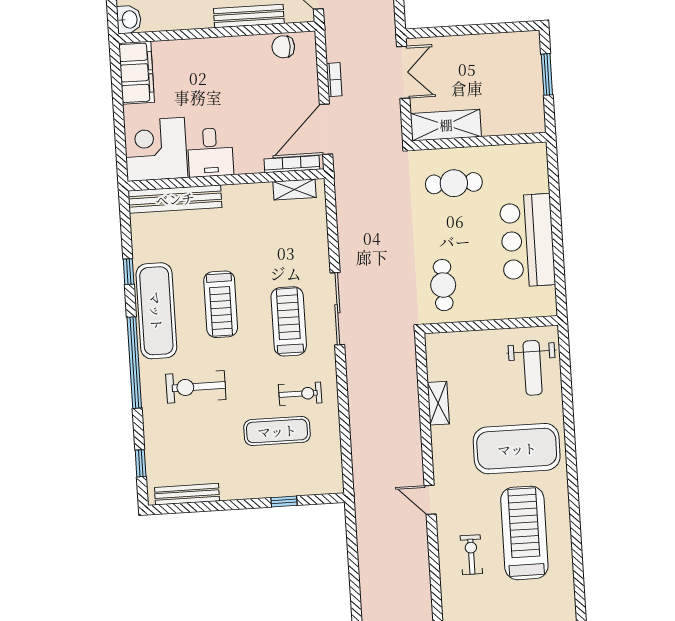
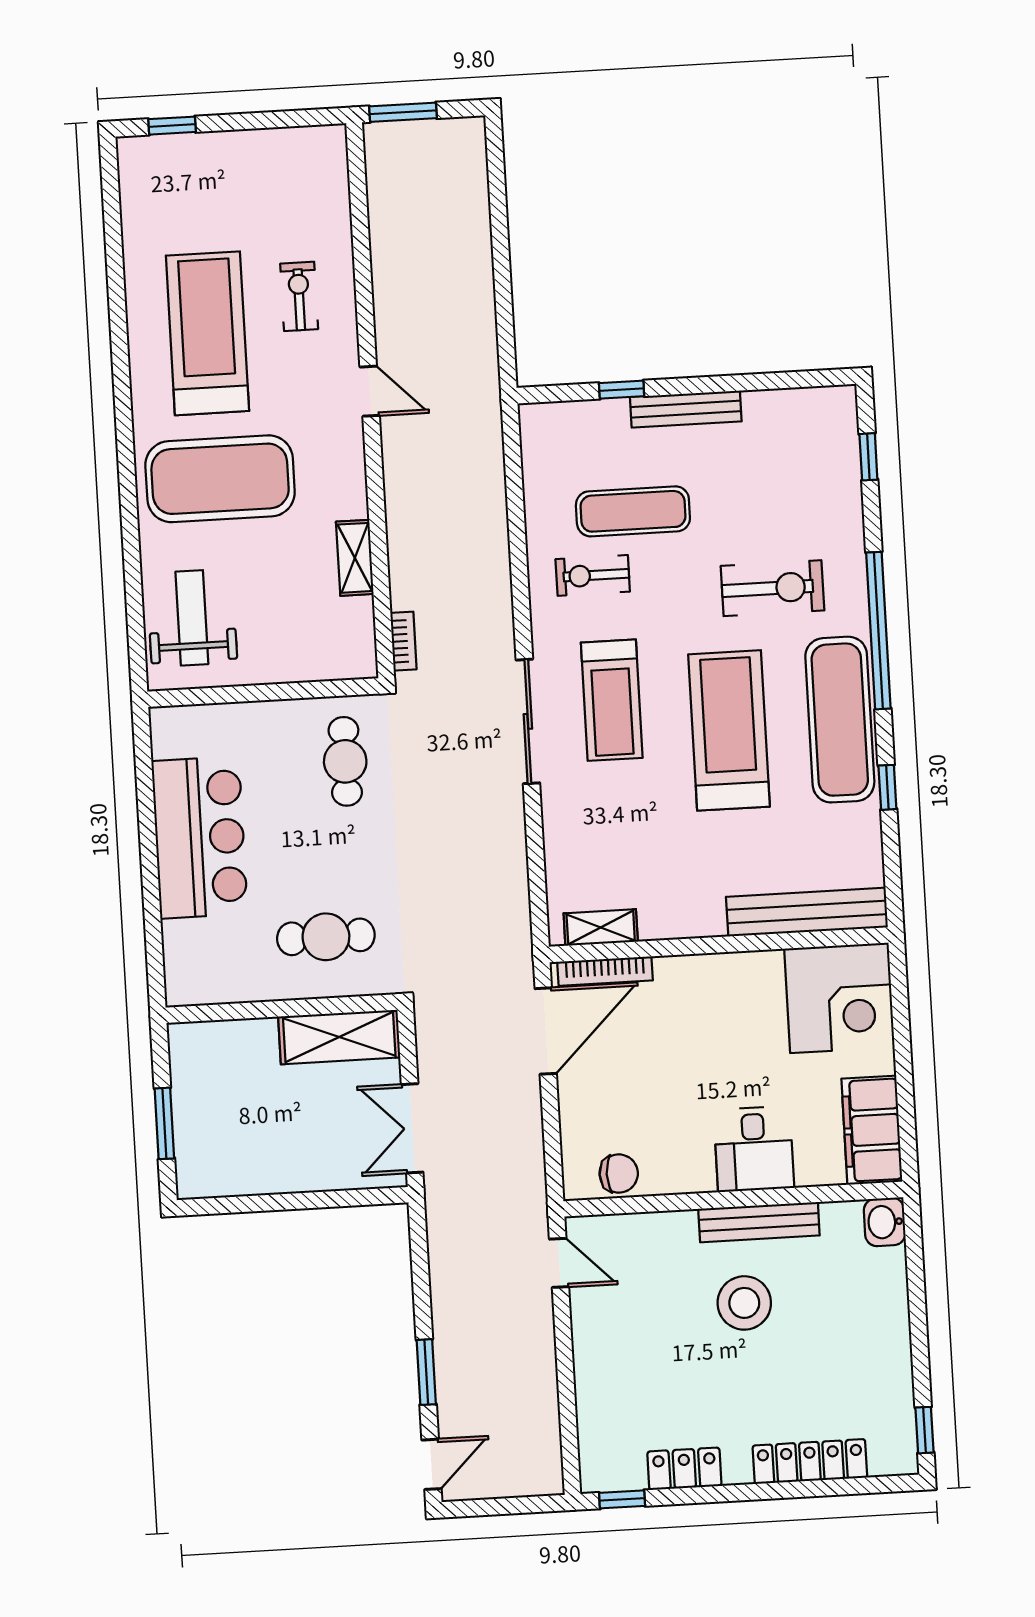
bench: (249, 16) -> (759, 1222), moved
bookcase: (334, 80) -> (403, 641), moved, turned 180
desk: (210, 152) -> (754, 1149), moved, turned 180
treadmill: (221, 304) -> (729, 730), width x1.37, depth x1.37
bench: (187, 494) -> (686, 409), moved
treadmill: (524, 533) -> (207, 333), turned 180
exercise bike: (471, 555) -> (299, 296), turned 180

